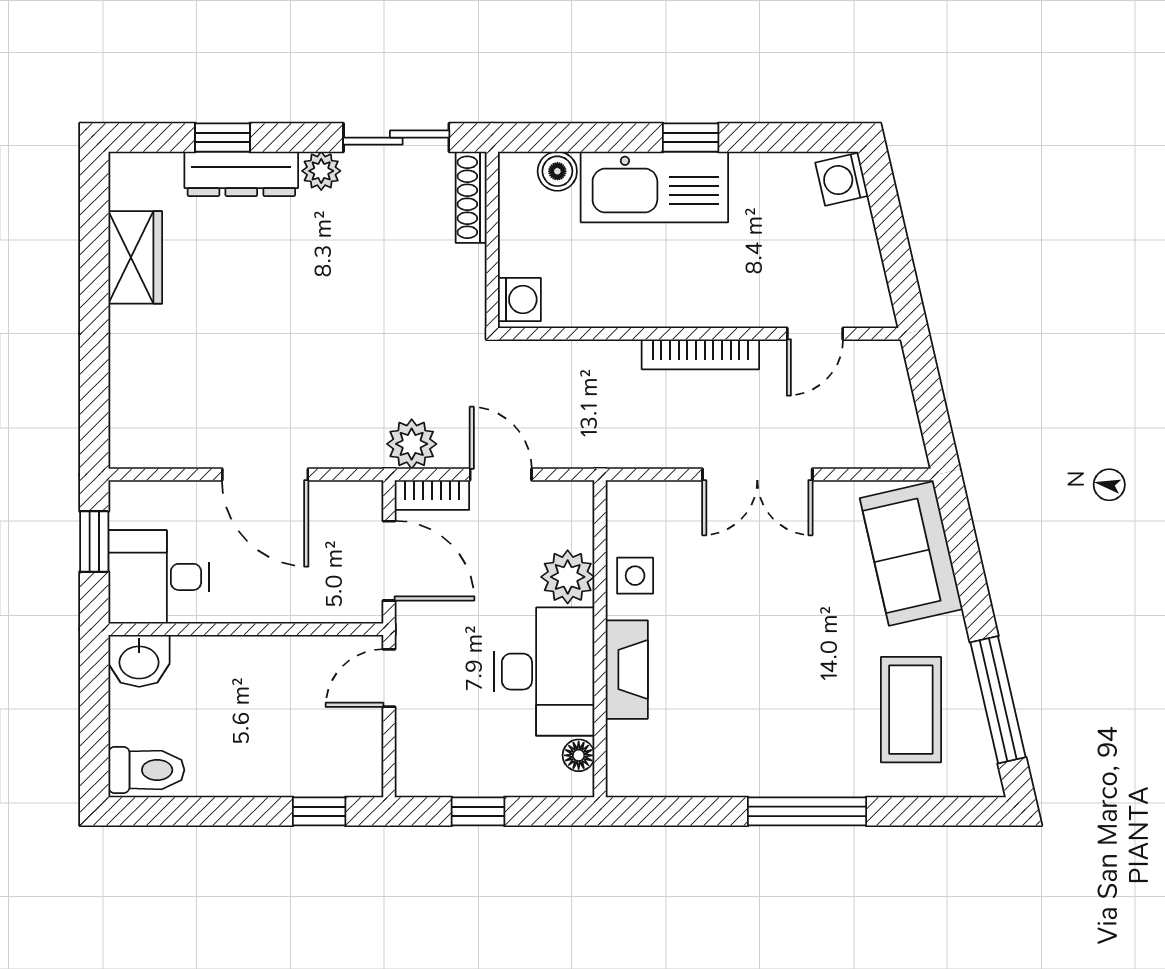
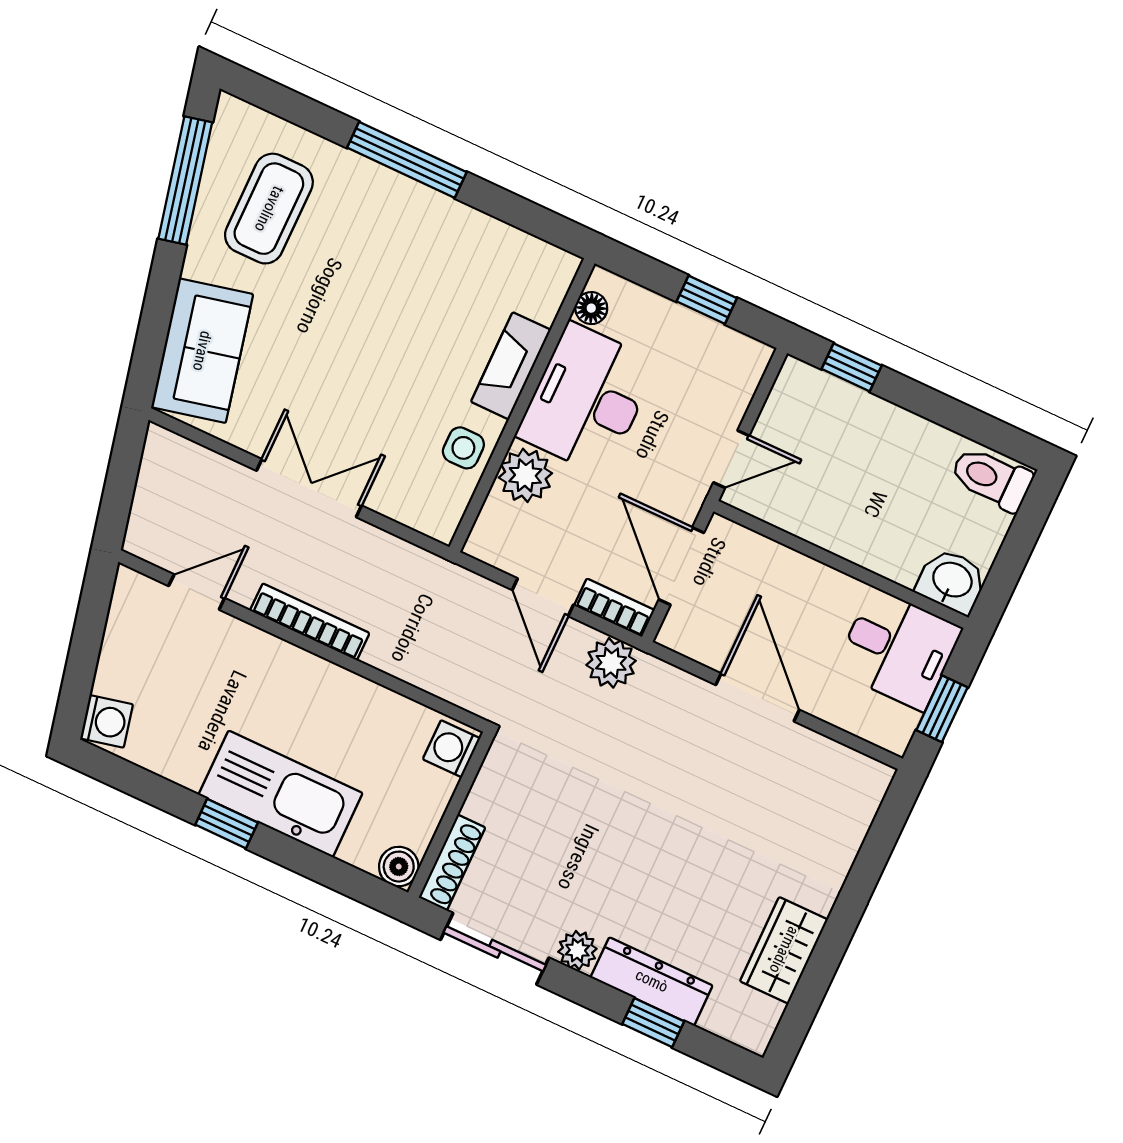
boiler: (557, 171) -> (399, 867), moved

